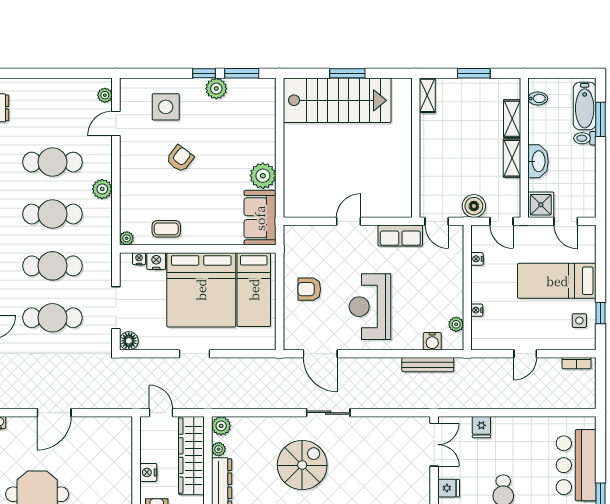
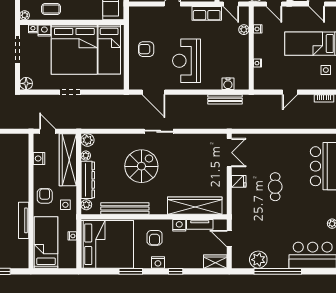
doorway: (116, 308) -> (18, 50), moved
plant: (456, 324) -> (244, 30), moved
fridge: (481, 427) -> (261, 141), removed
nightstand: (148, 472) -> (39, 158), moved

